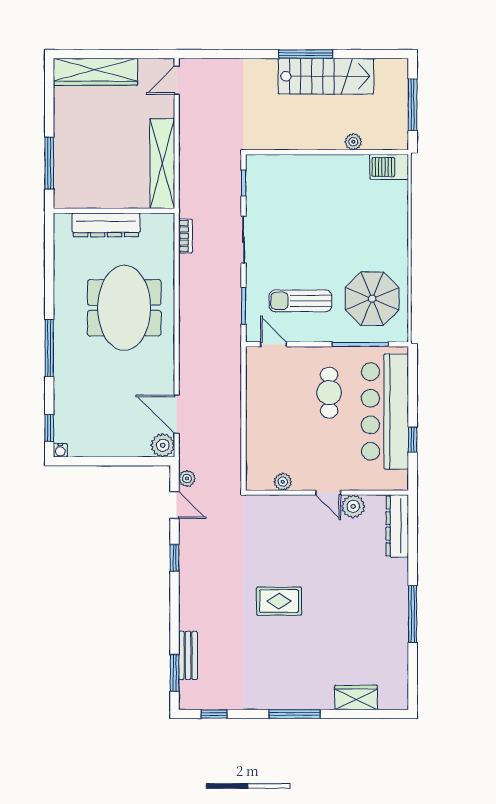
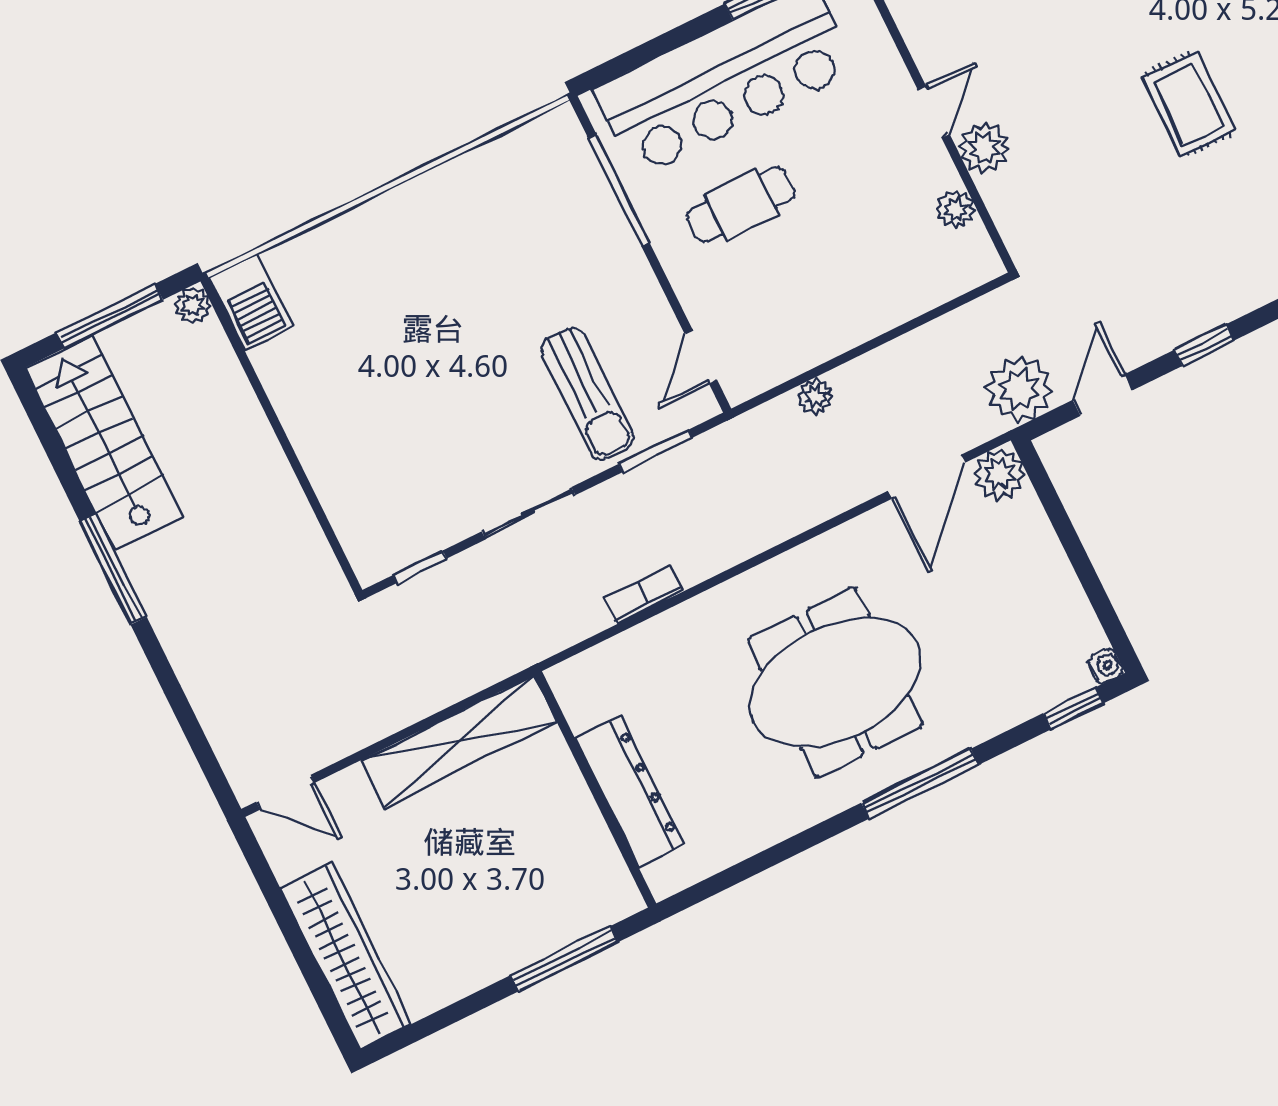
stairs: (326, 76) -> (104, 443), moved
plant: (353, 142) -> (192, 305), moved
bookcase: (186, 236) -> (644, 595), moved
parasol: (372, 299) -> (520, 211), removed
sun lounger: (300, 301) -> (587, 394), moved
meeting table: (124, 308) -> (835, 682), moved
plant: (233, 384) -> (816, 397), added
plant: (187, 479) -> (1019, 389), width x1.88, depth x1.88
plant: (353, 506) -> (984, 148), moved

